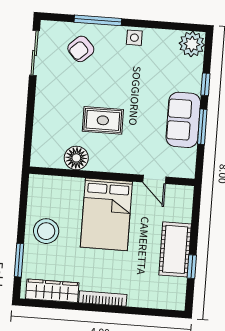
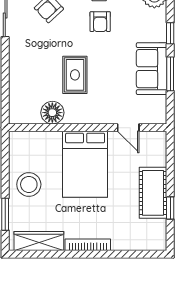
armchair: (133, 67) -> (100, 22), added
rug: (103, 120) -> (75, 75), turned 90

